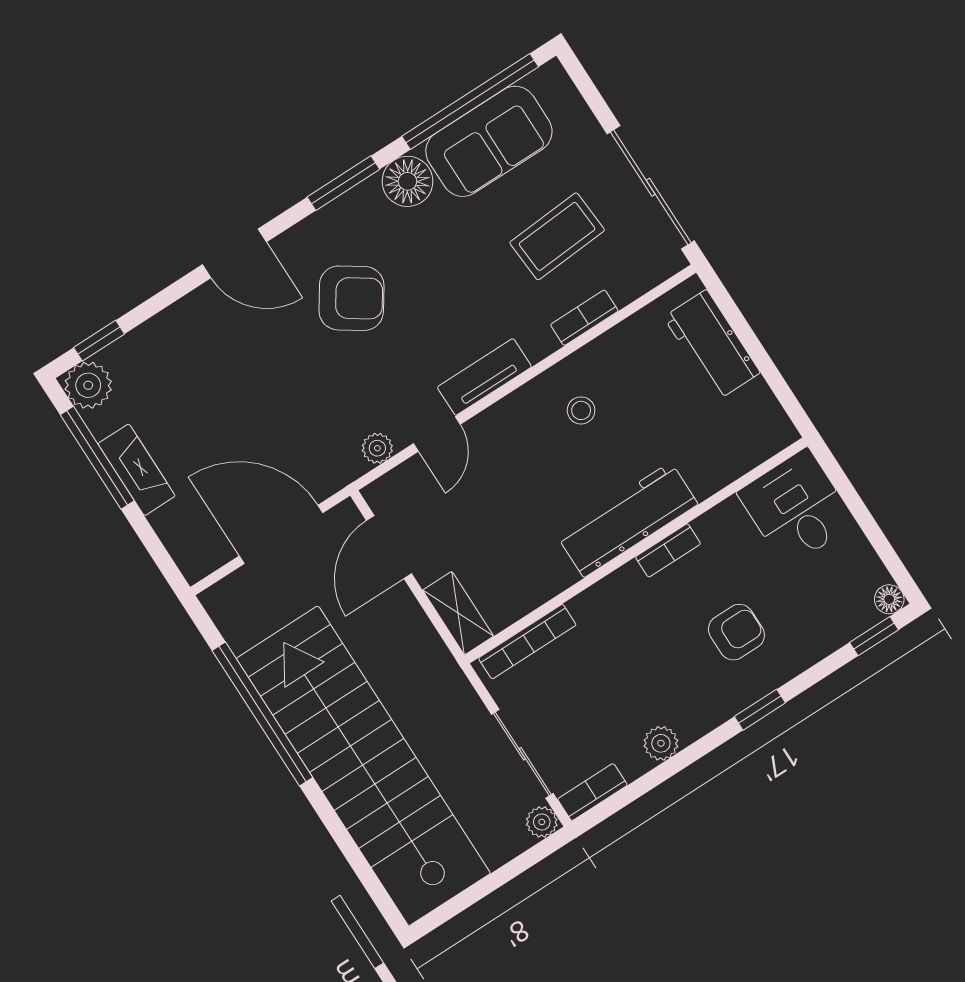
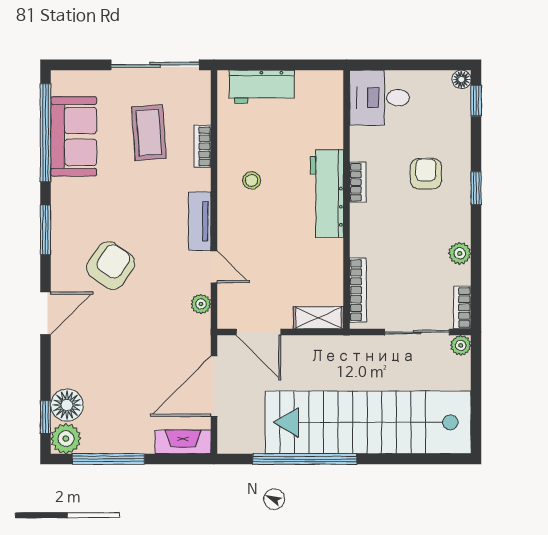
floor lamp: (408, 181) -> (67, 405), moved
fireplace: (137, 470) -> (183, 442), moved

